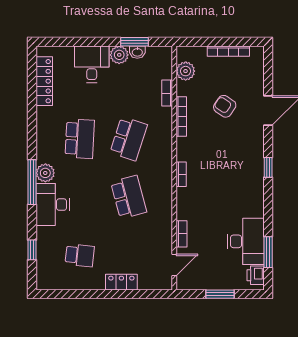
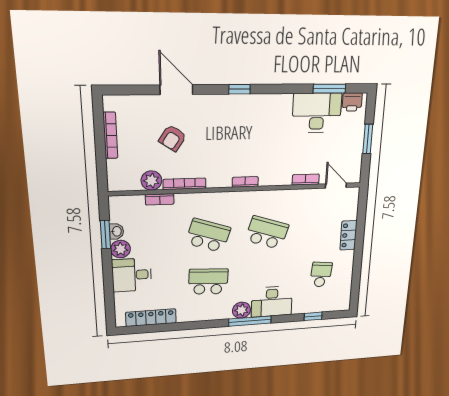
plant: (186, 71) -> (151, 181), moved
school desk: (129, 197) -> (267, 233), turned 33

